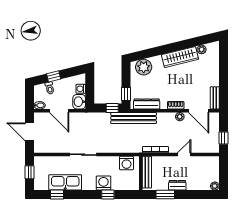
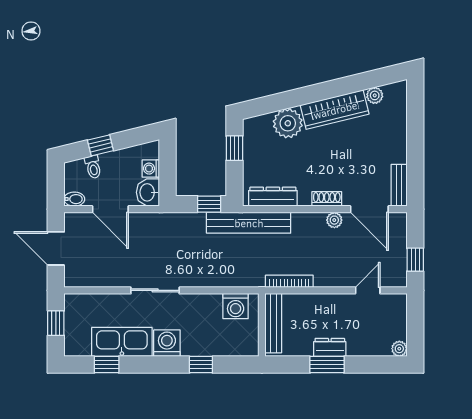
plant: (144, 67) -> (288, 123), moved
window: (126, 94) -> (234, 148), moved
door: (184, 155) -> (368, 290), moved
washing machine: (103, 183) -> (167, 343), moved
window: (165, 195) -> (327, 365), moved

